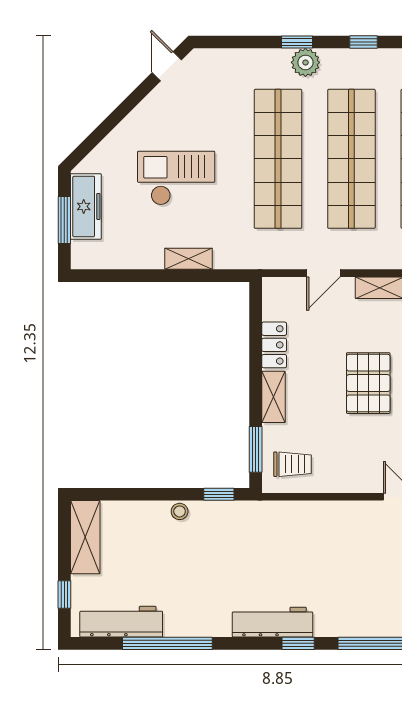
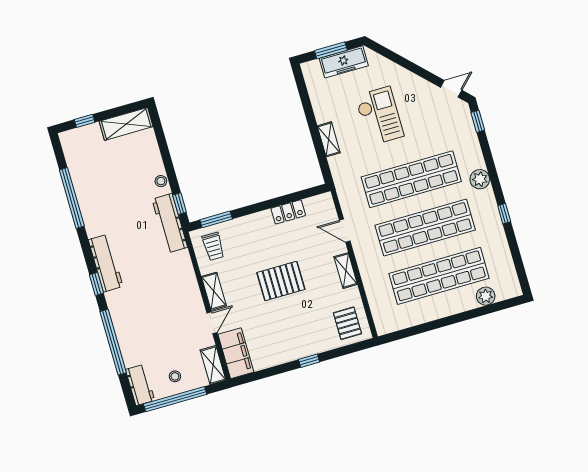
window: (297, 42) -> (478, 121), moved
shelving: (273, 397) -> (214, 291), moved, turned 90
workbench: (121, 622) -> (170, 223), moved, turned 180

